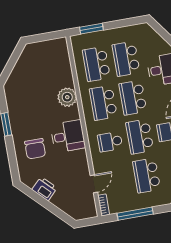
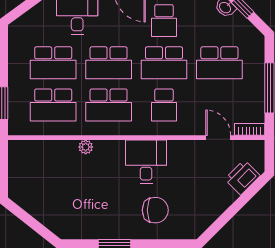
plant: (67, 97) -> (86, 147), width x0.53, depth x0.53
printer: (45, 189) -> (242, 177), moved

